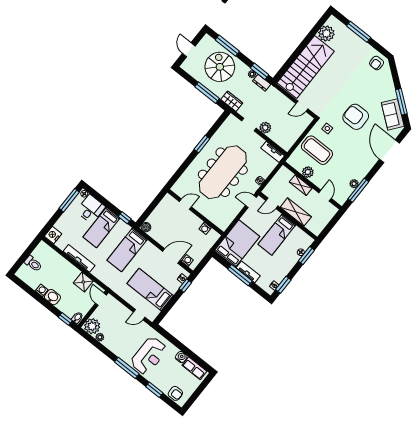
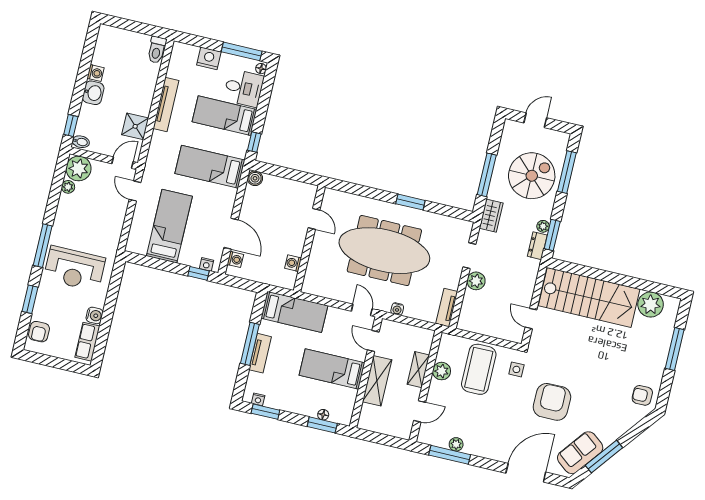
nightstand: (53, 235) -> (209, 58), moved
bed: (237, 244) -> (294, 312), width x0.67
toilet: (33, 264) -> (157, 50), moved
door: (139, 315) -> (135, 191), moved

